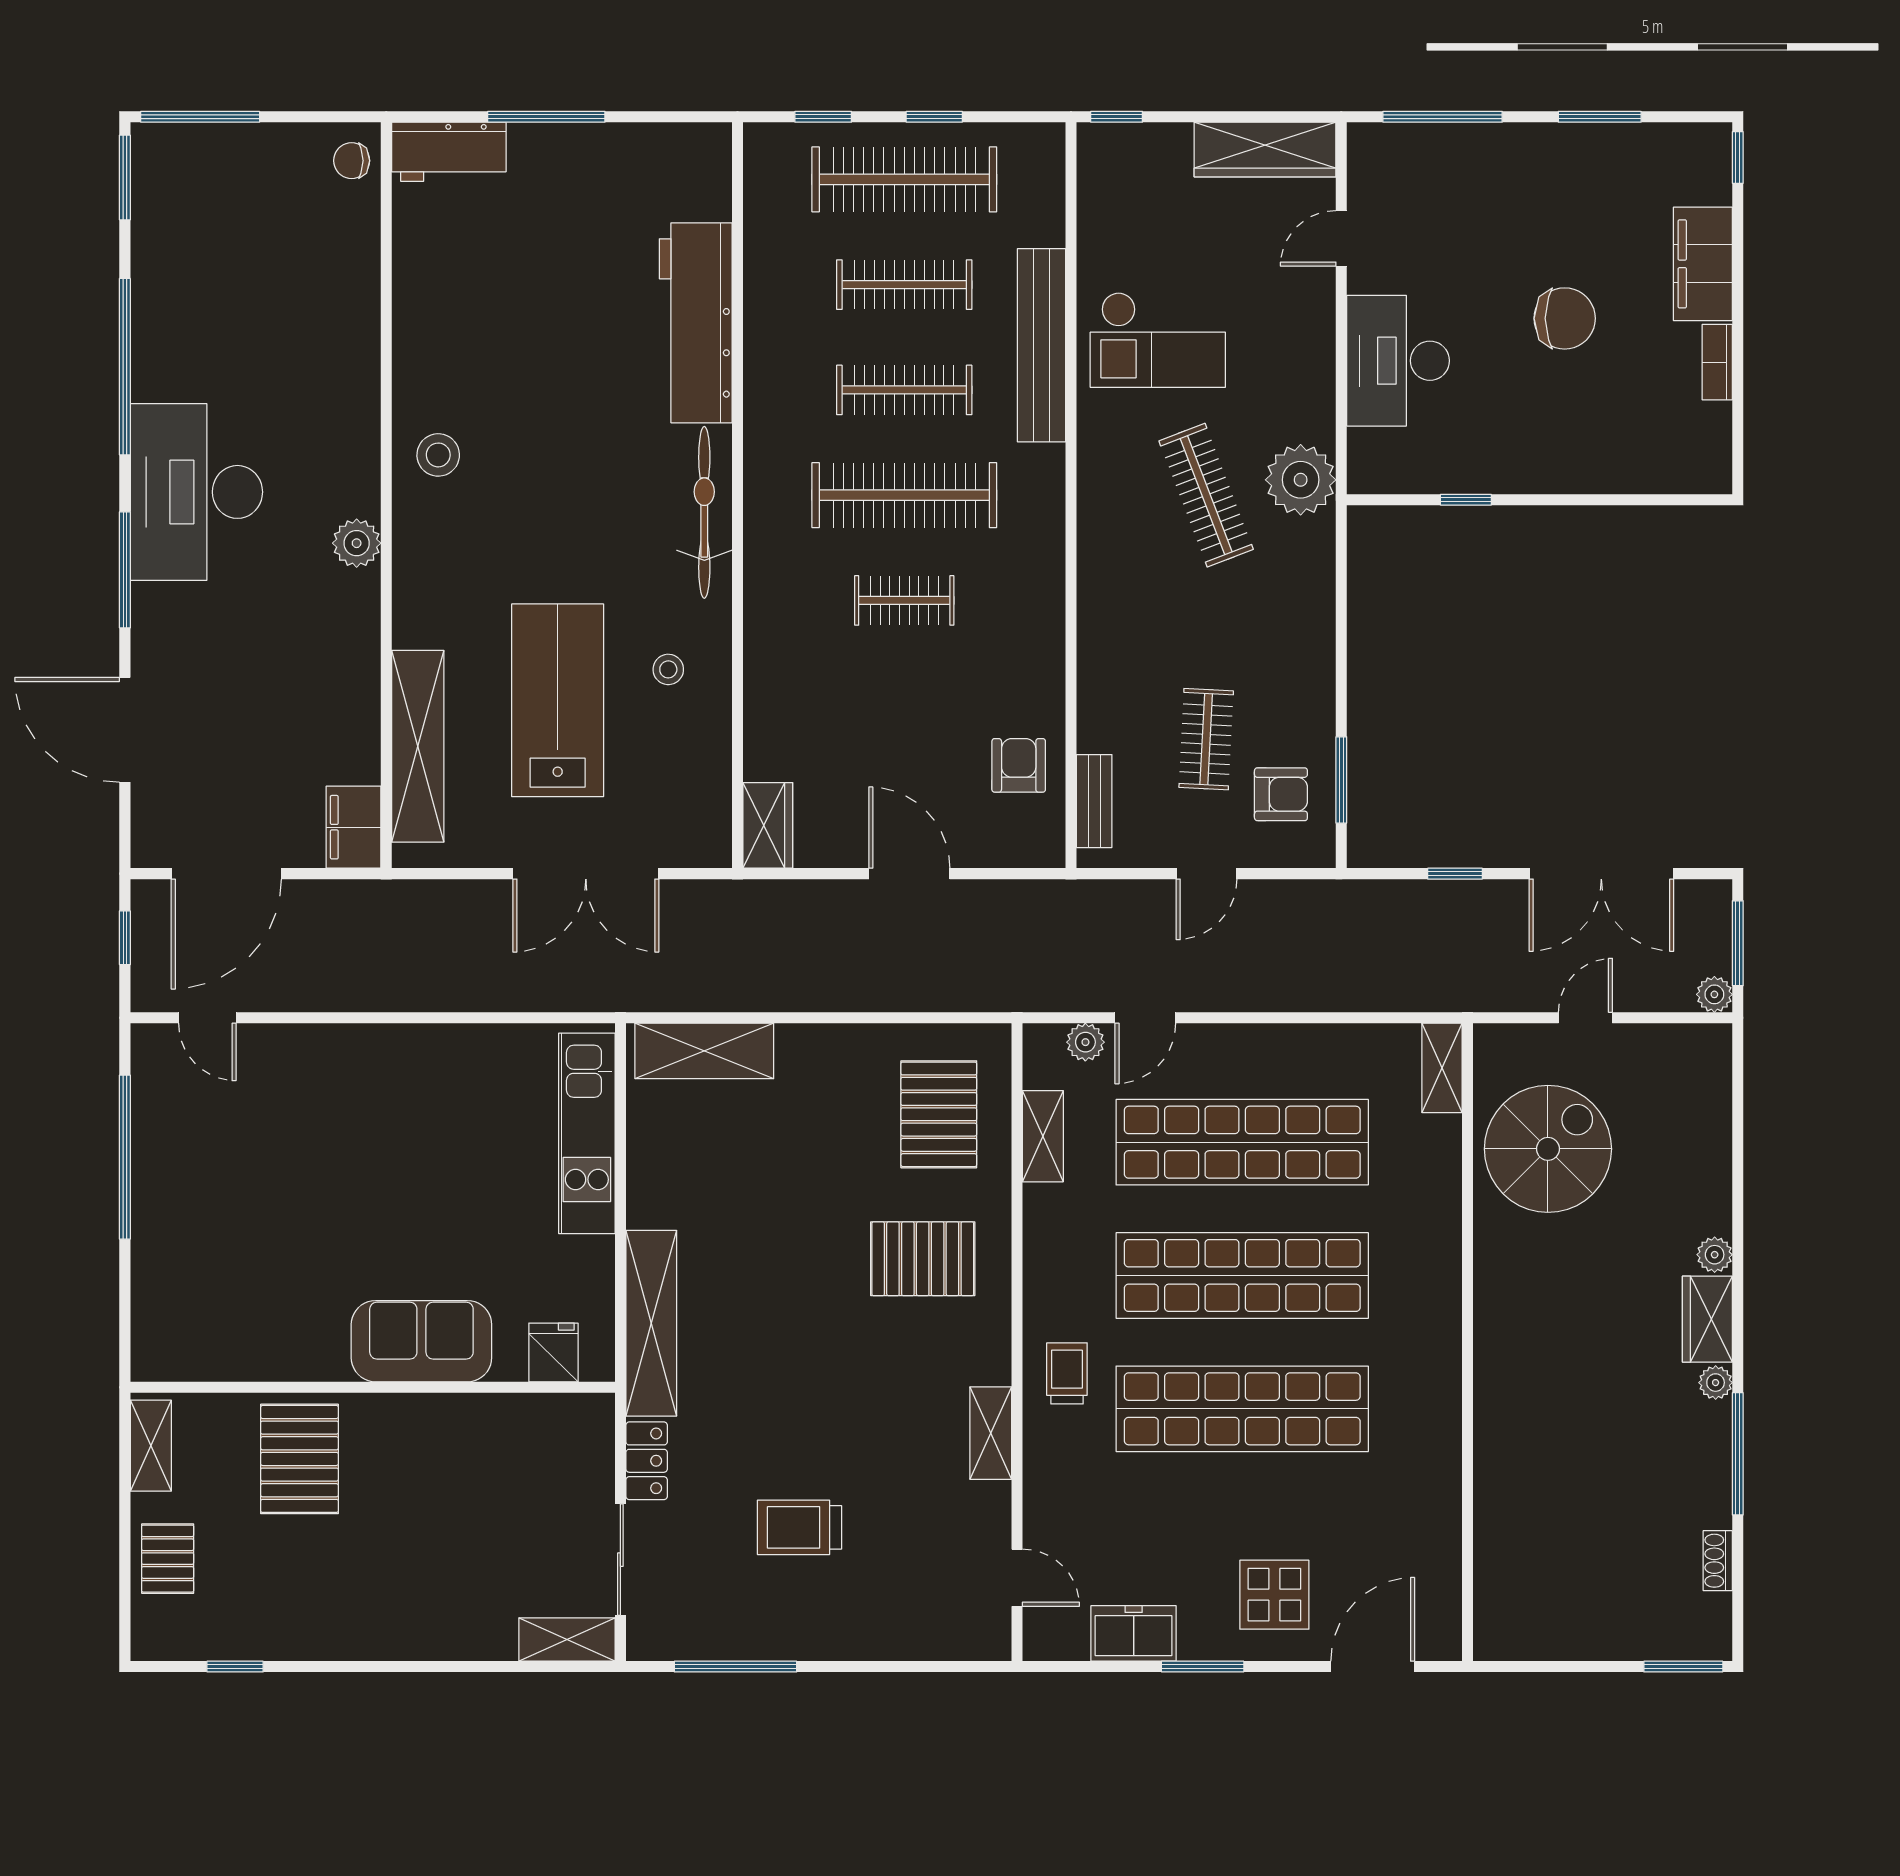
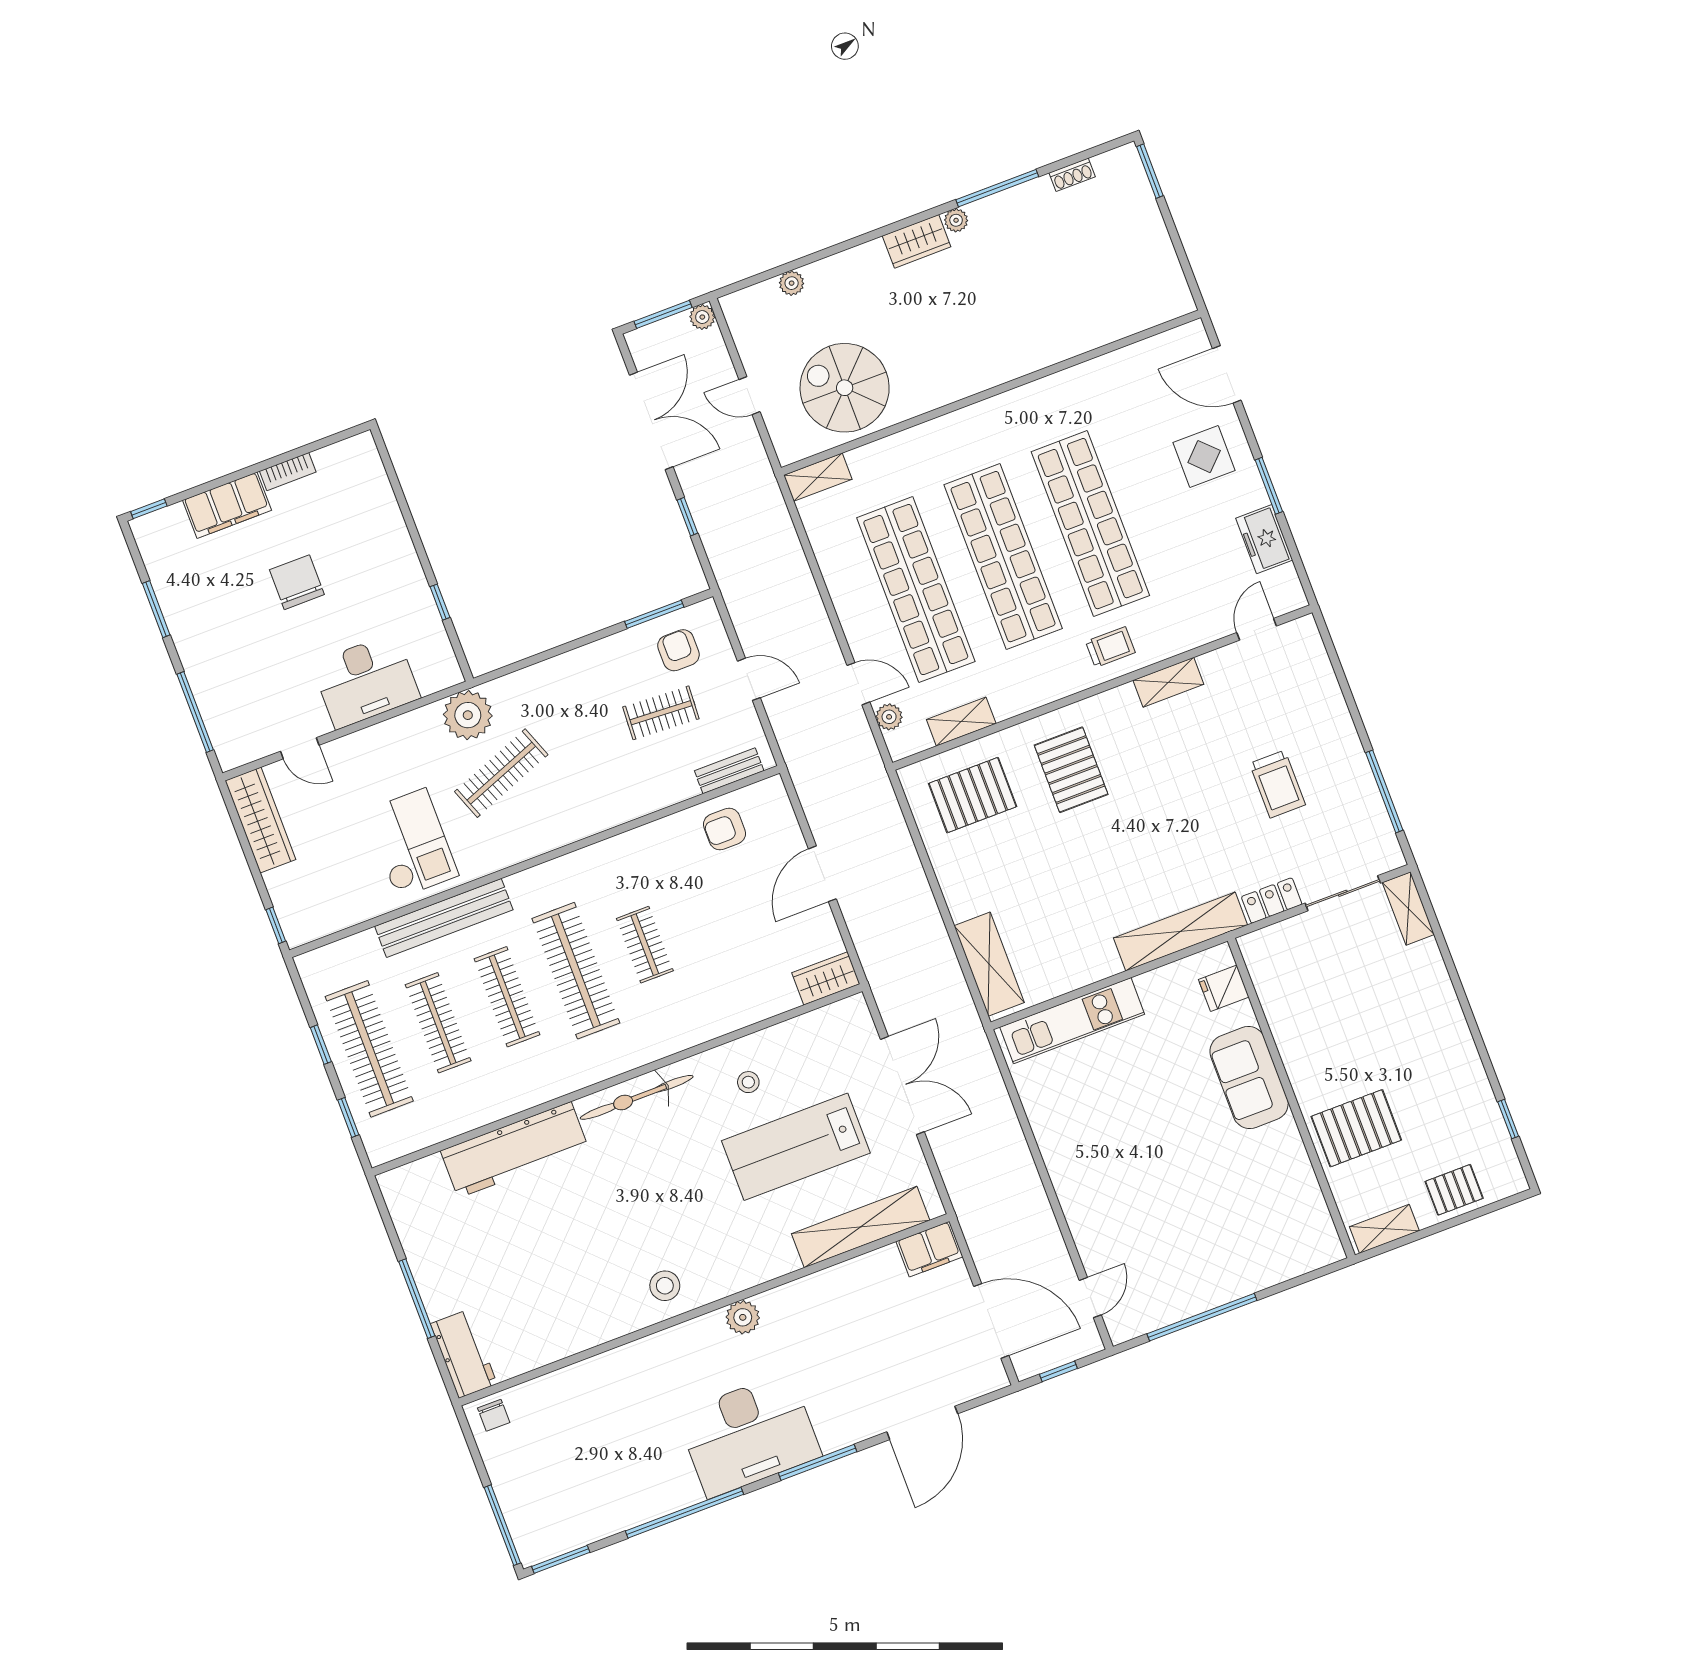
plant: (1715, 1255) -> (792, 283), moved
trolley: (1067, 1373) -> (1110, 647), turned 180

